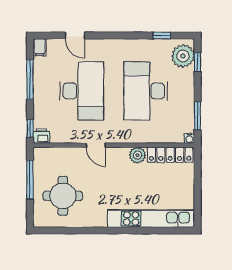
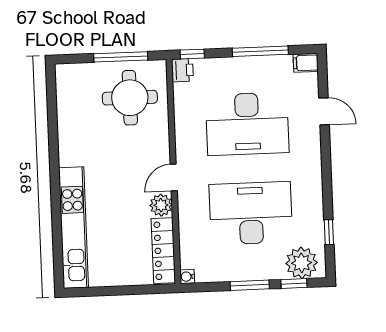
door: (75, 35) -> (324, 111), swing flipped
window: (198, 116) -> (250, 285), moved
door: (96, 145) -> (174, 178), moved
round table: (63, 196) -> (130, 98), moved

